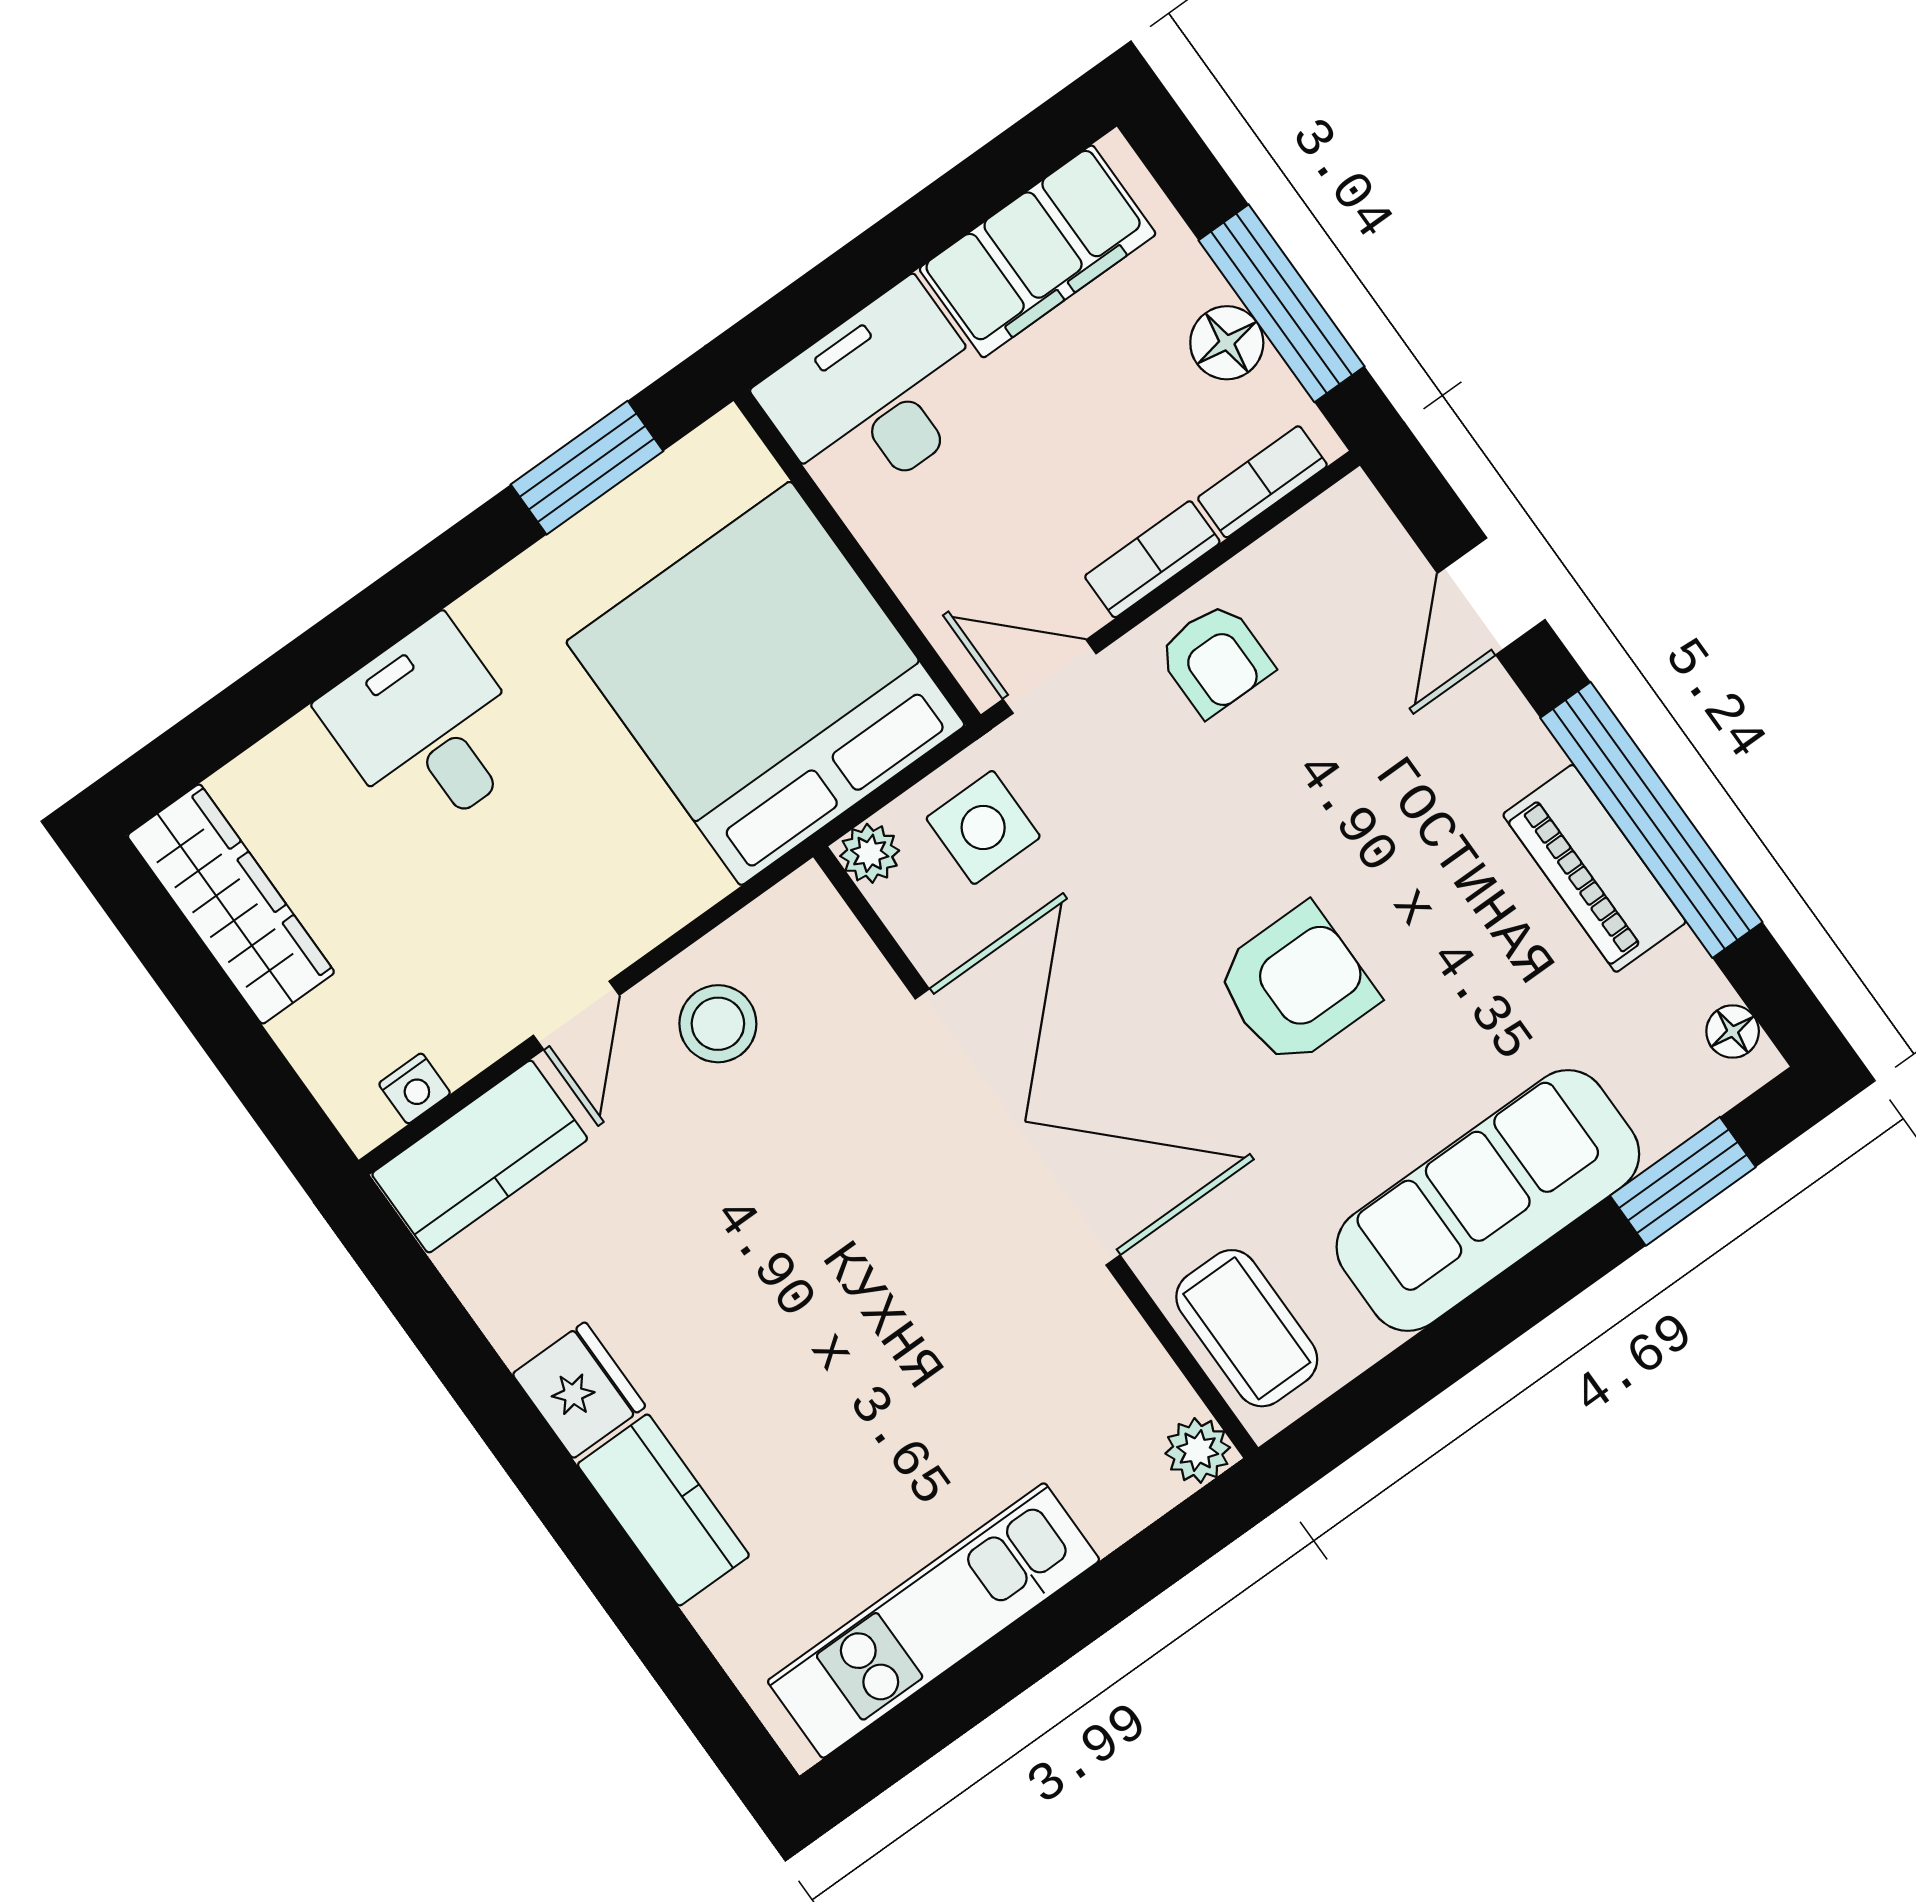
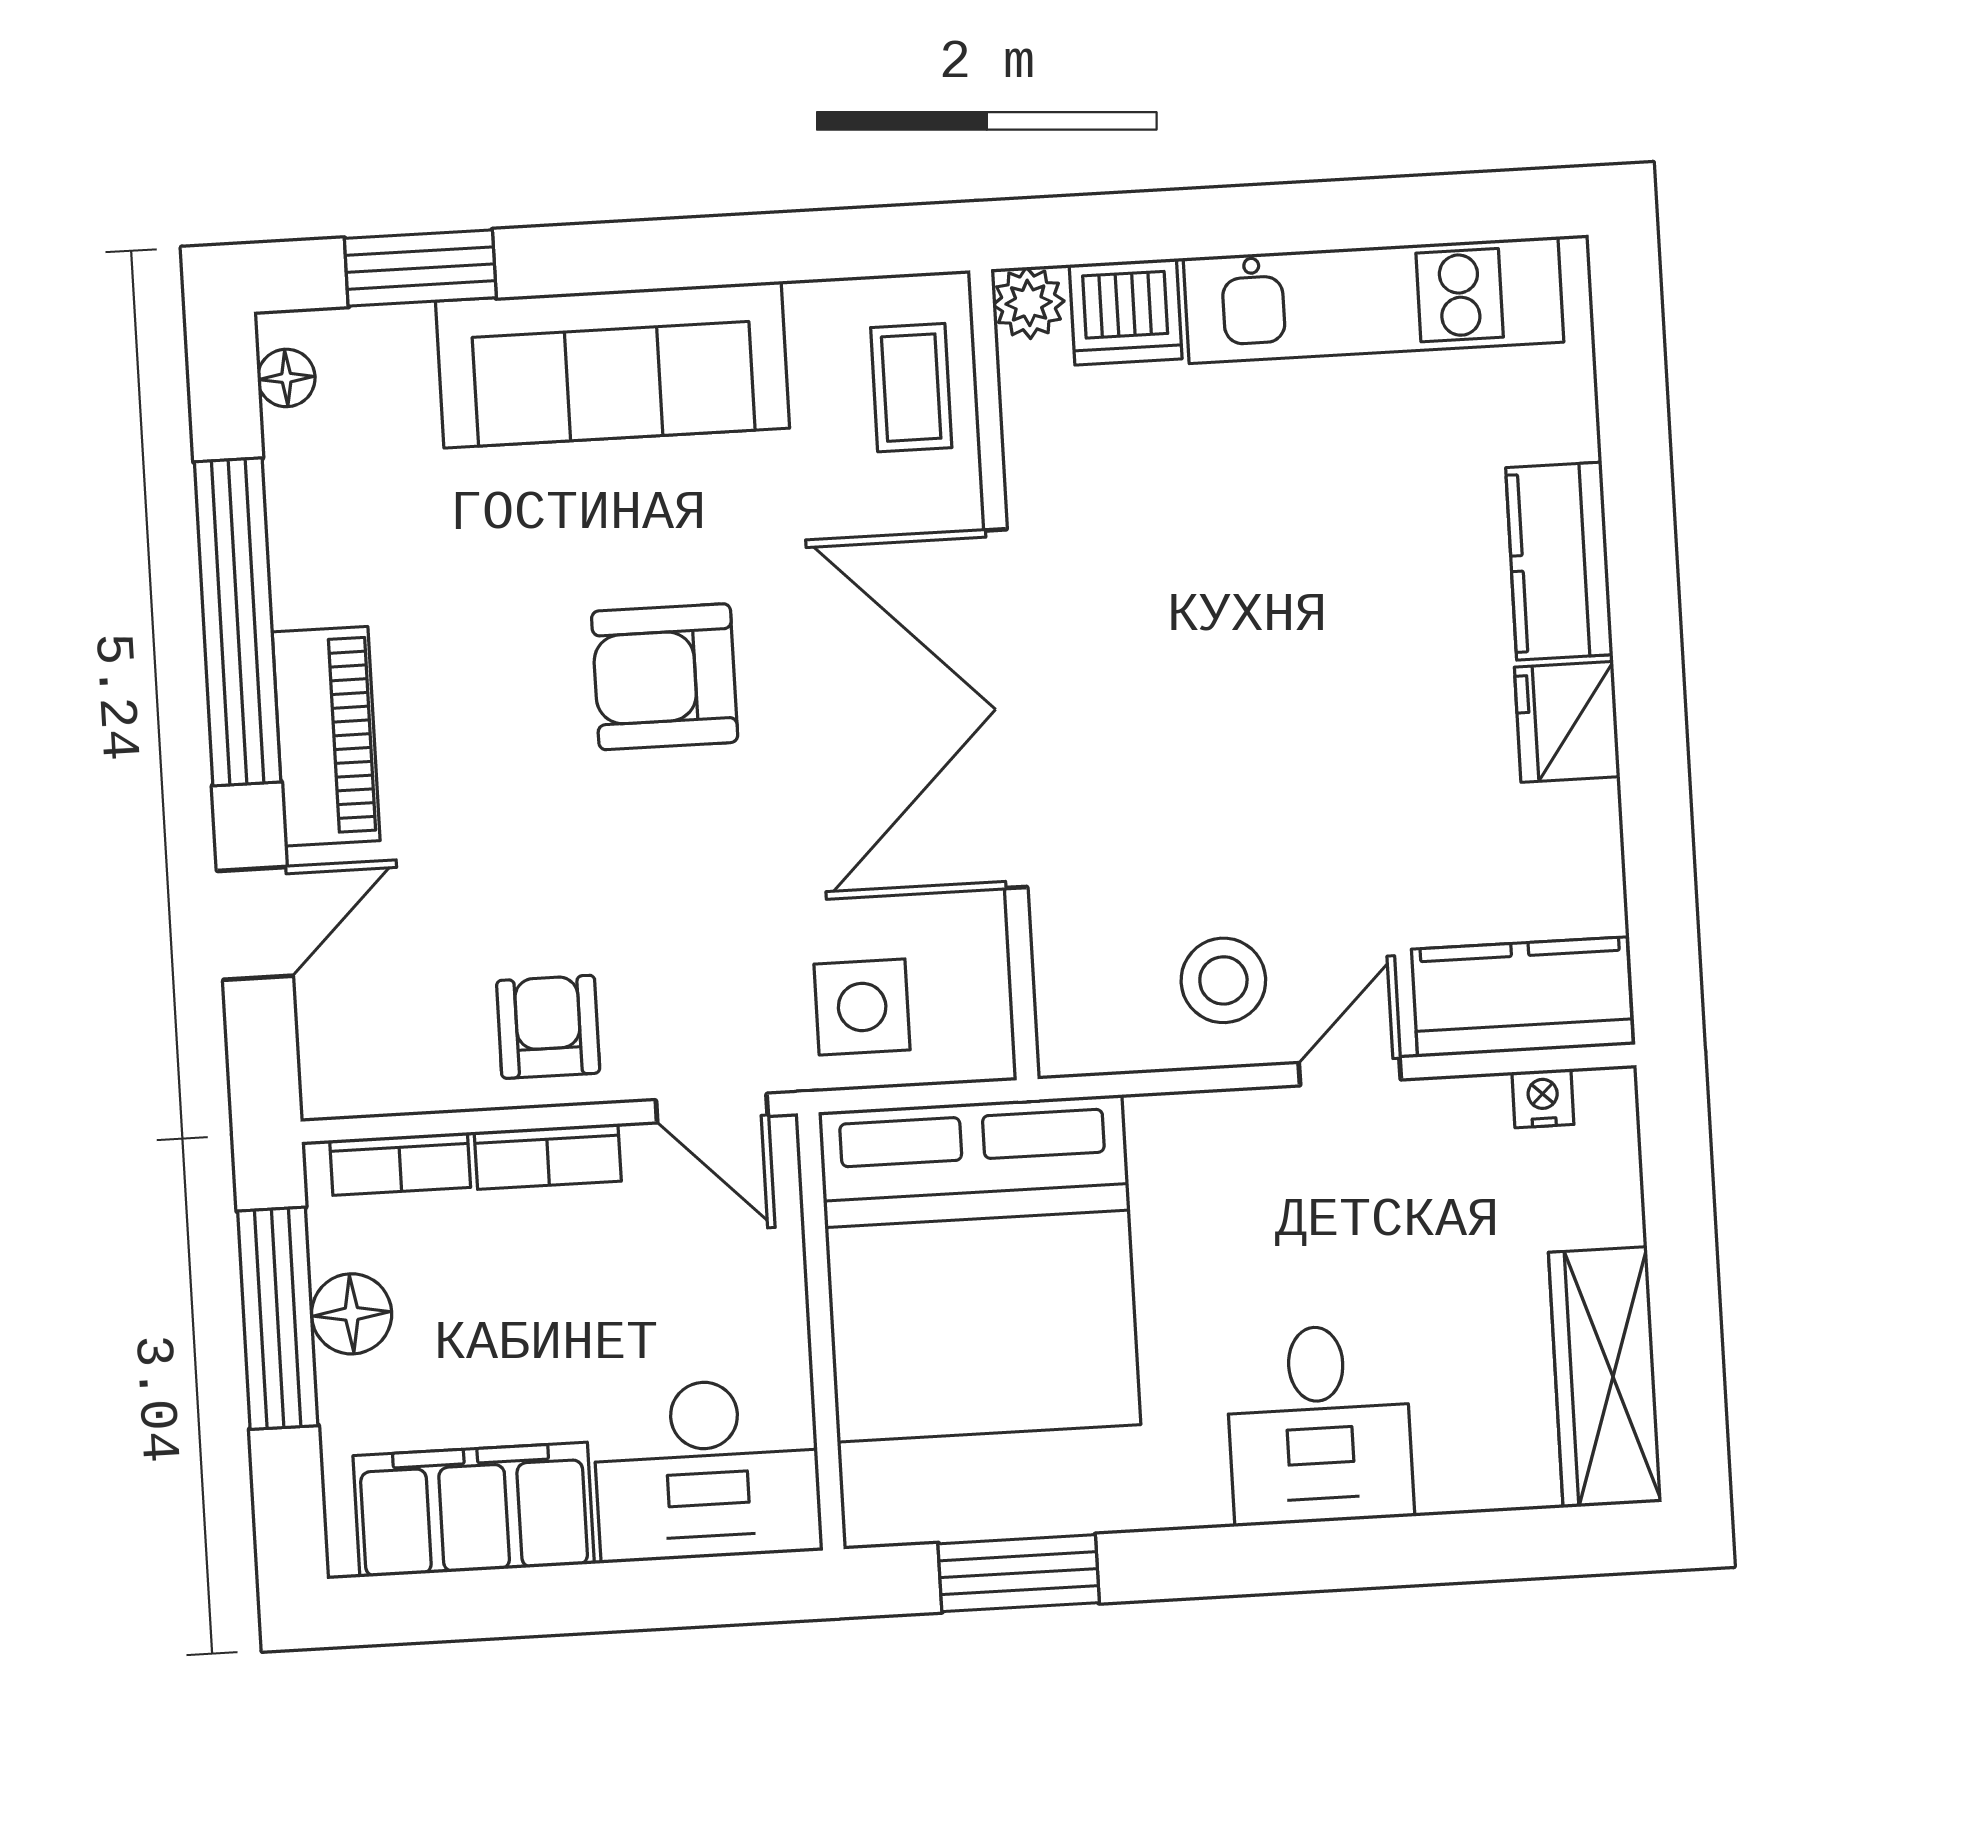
plant: (870, 853) -> (983, 1050), removed
piano: (1594, 868) -> (326, 736), moved
coffee table: (1247, 1328) -> (911, 388), width x0.73, depth x0.77
dishwasher: (1119, 1491) -> (1126, 312), added

